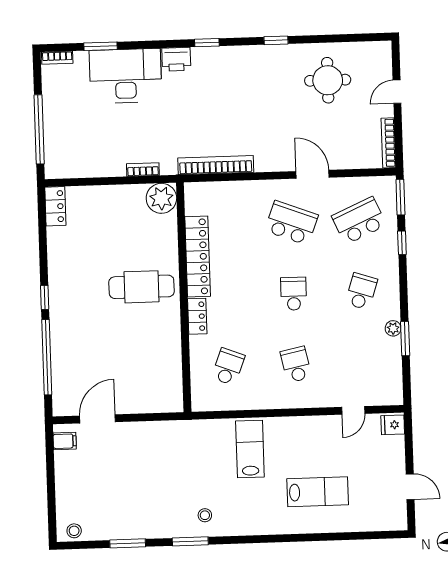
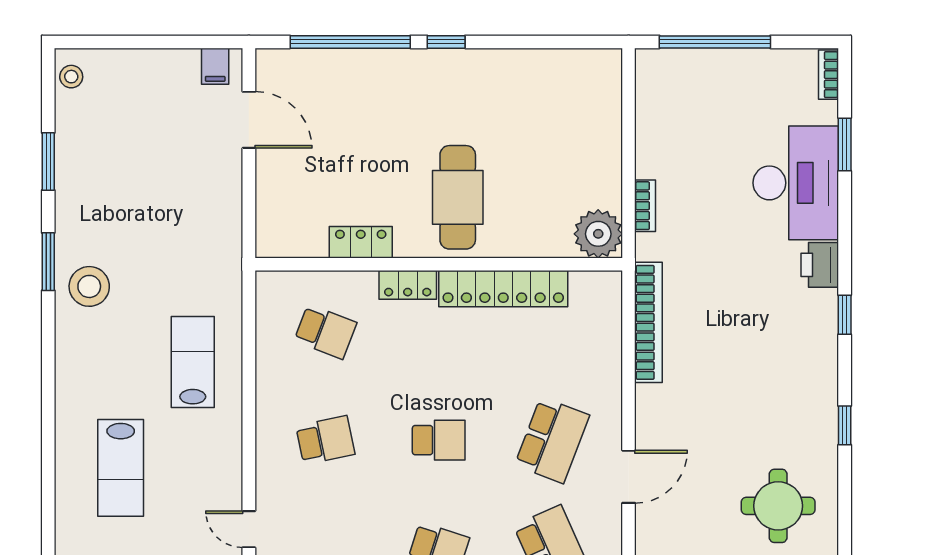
locker: (55, 206) -> (361, 242), moved, turned 180
lab bench: (250, 449) -> (193, 362), turned -90
stool: (205, 515) -> (89, 286), width x1.89, depth x1.89

